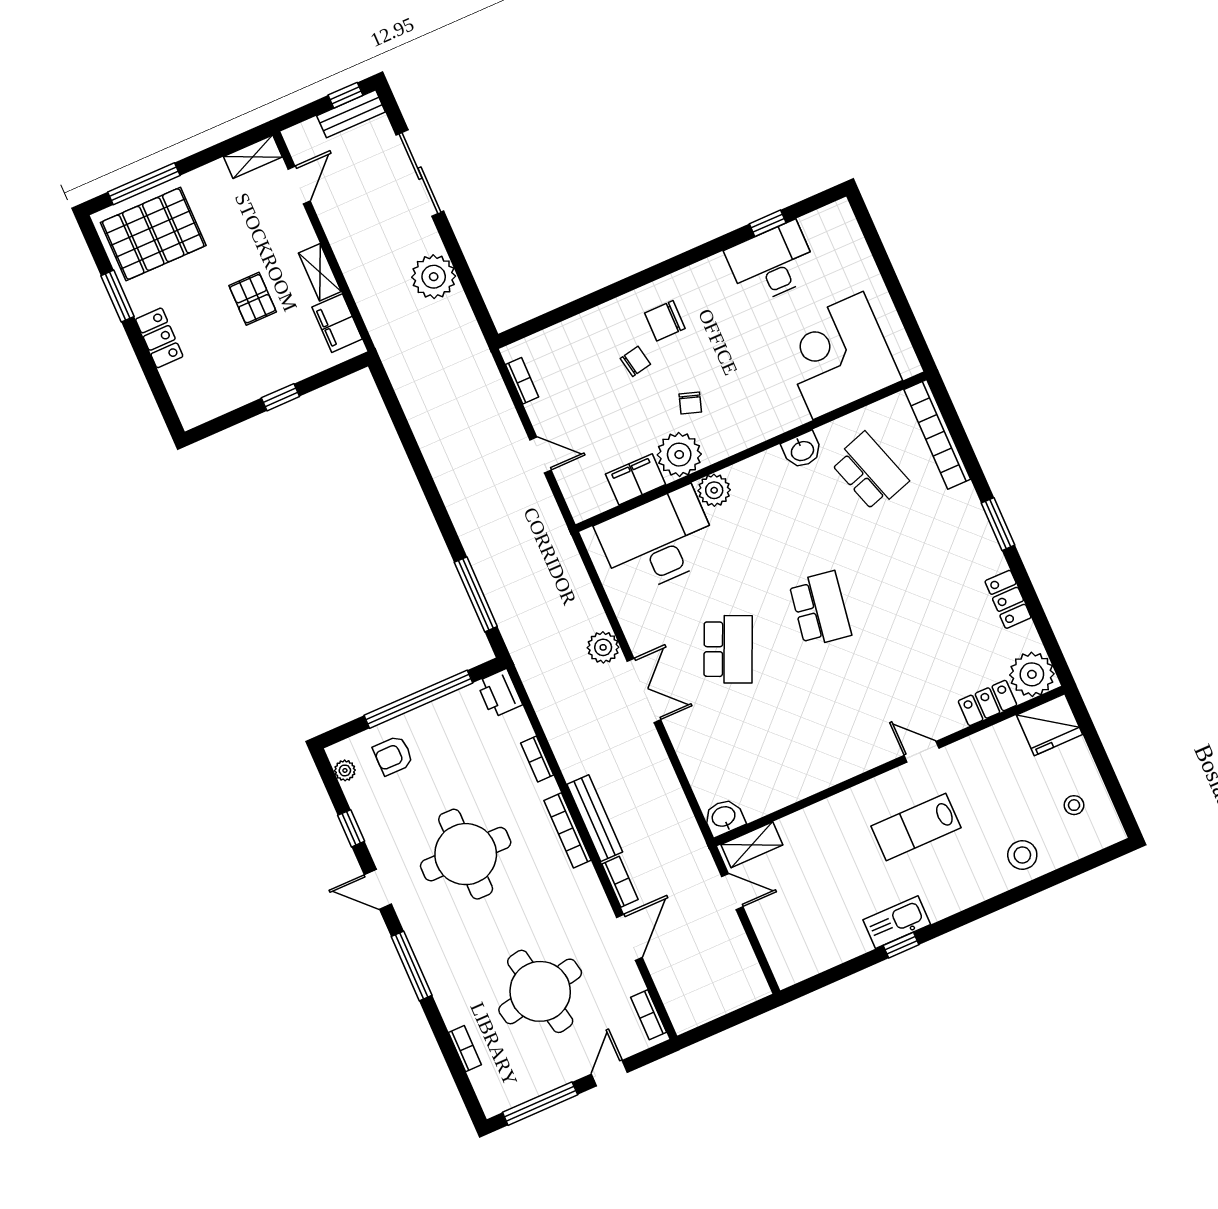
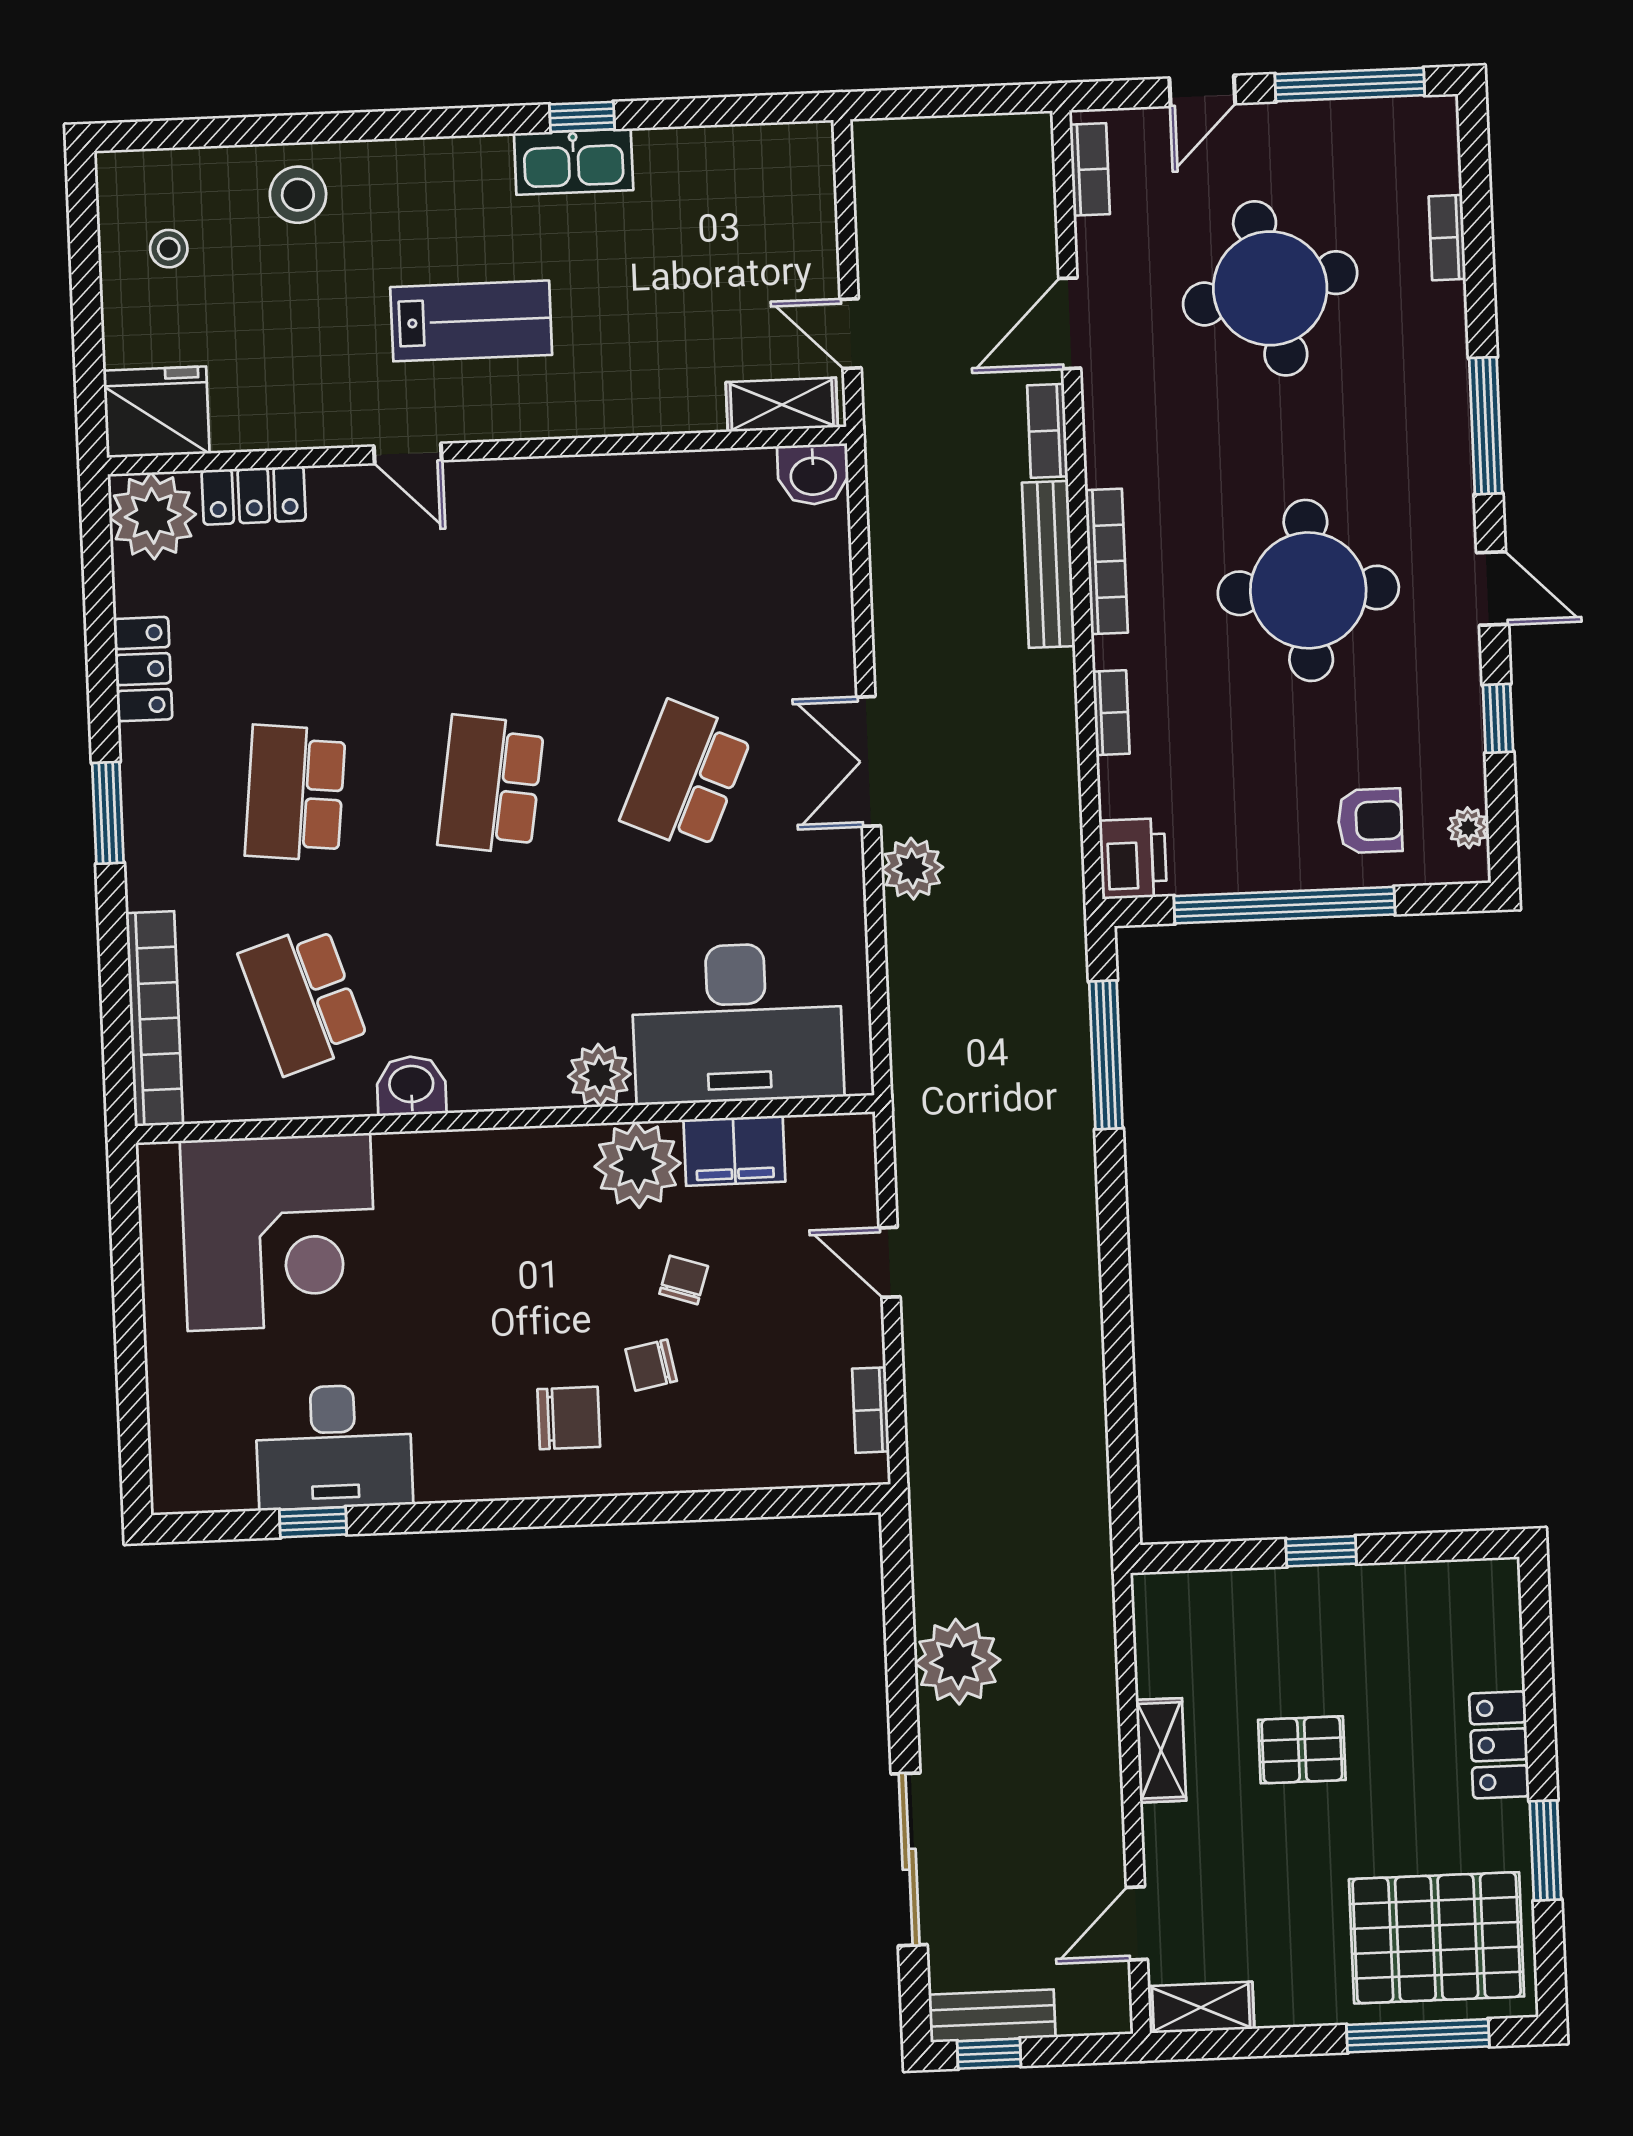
pallet: (253, 299) -> (1302, 1750), turned 90
filing cabinet: (337, 323) -> (1166, 1646), removed
chair: (690, 403) -> (684, 1280), moved
school desk: (912, 568) -> (295, 793), added

